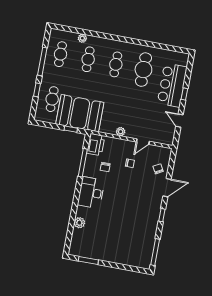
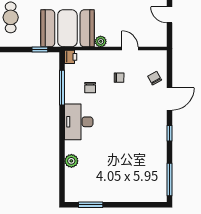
booth: (80, 113) -> (67, 28), moved
door: (143, 142) -> (130, 49), swing flipped
printer: (96, 145) -> (71, 57), width x0.53, depth x0.68

